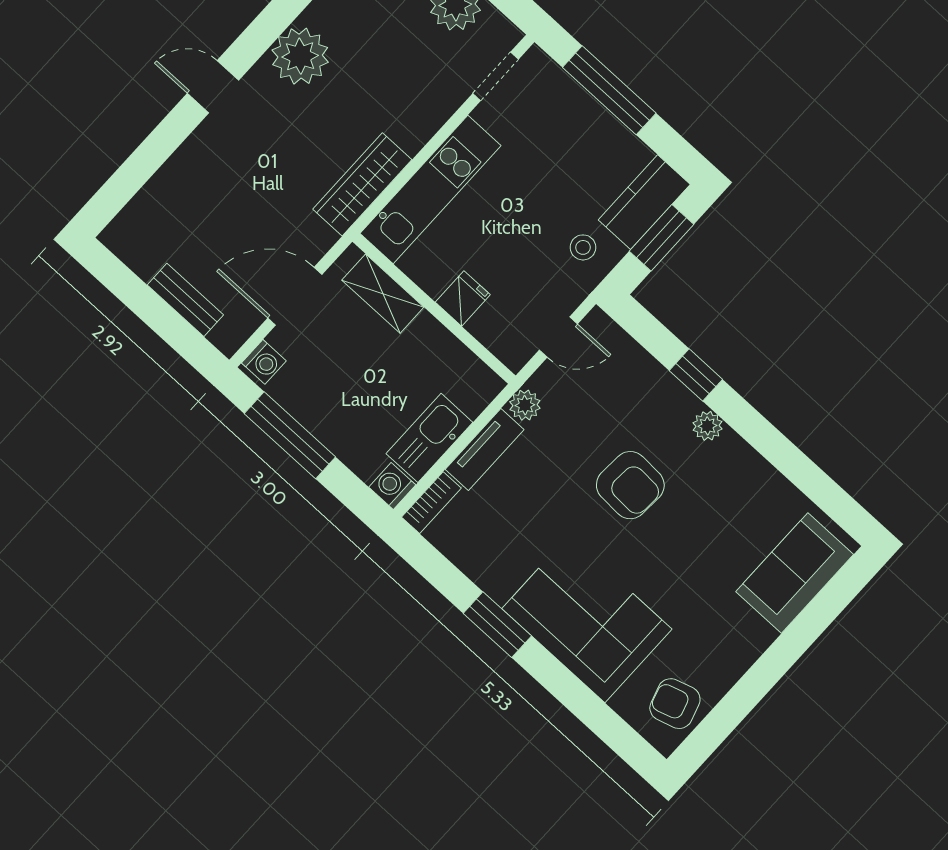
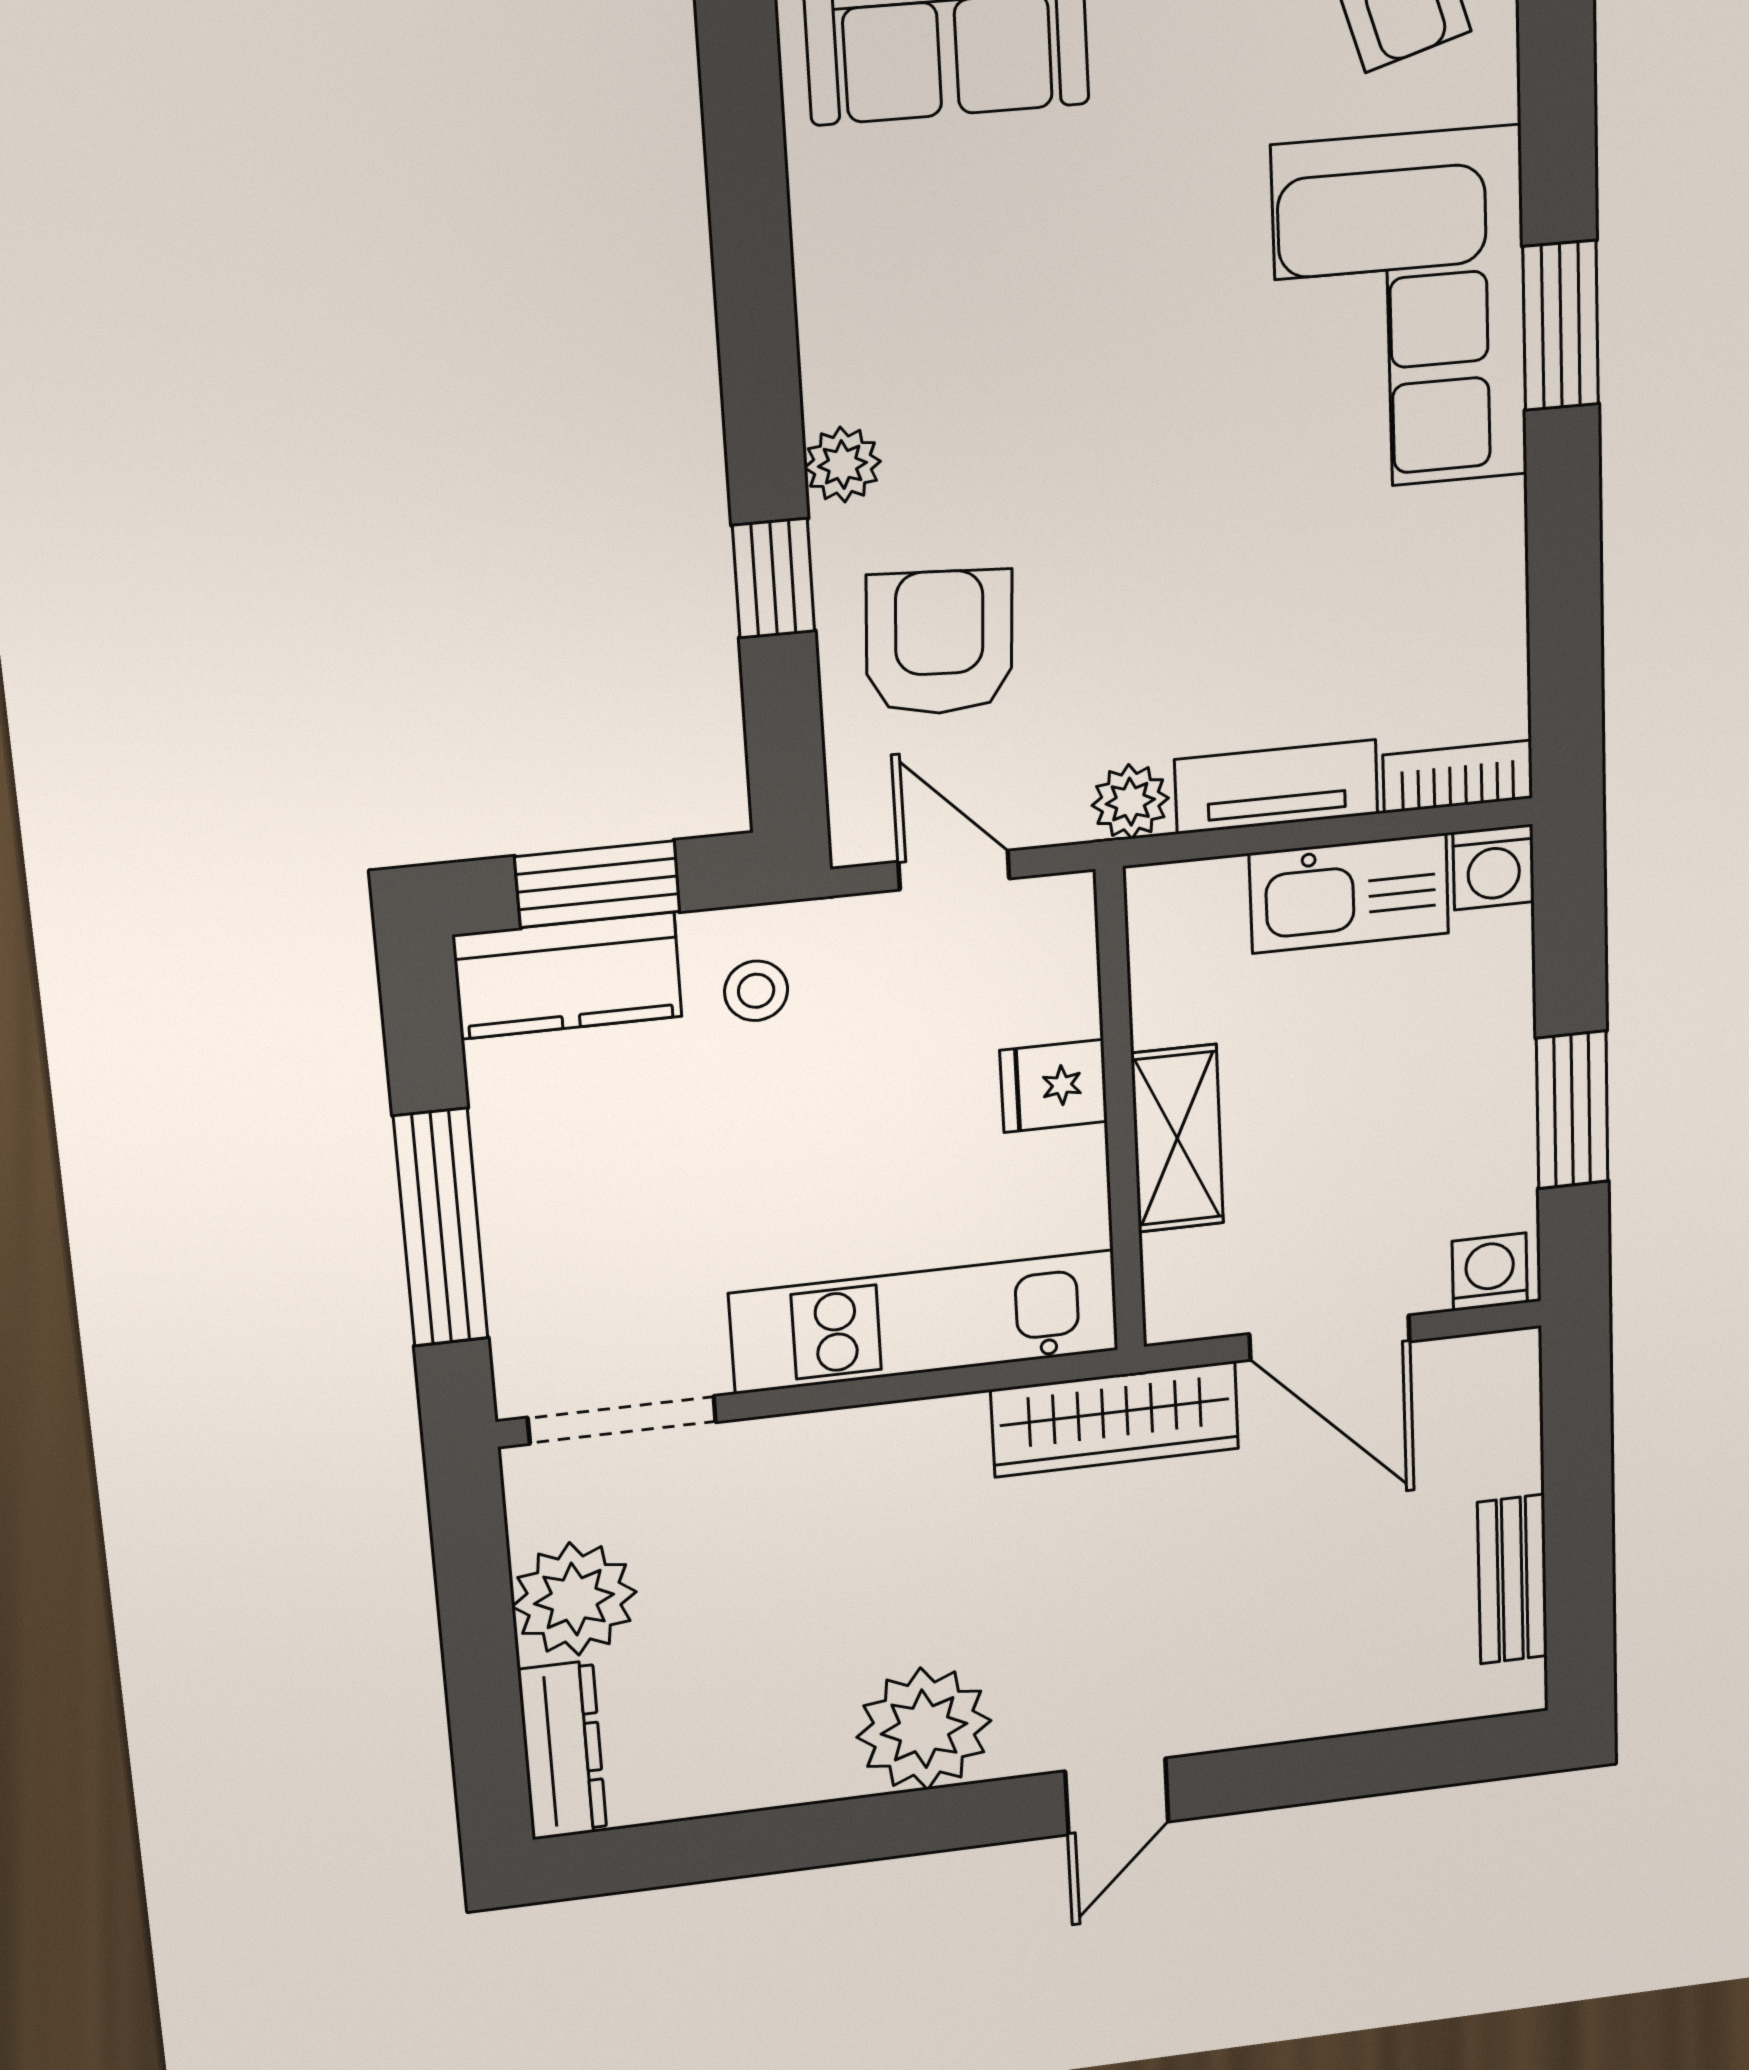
doorway: (496, 76) -> (622, 1420), width x1.38
door: (213, 87) -> (1117, 1796), hinge flipped
wardrobe: (362, 184) -> (1115, 1419), moved
shelving: (383, 294) -> (1177, 1138), moved
bench: (185, 300) -> (1512, 1579), moved
window: (290, 435) -> (1572, 1110), width x0.69
armchair: (630, 485) -> (939, 643), moved
window: (497, 625) -> (1561, 325), moved

